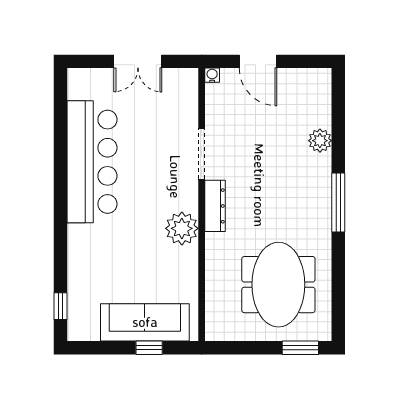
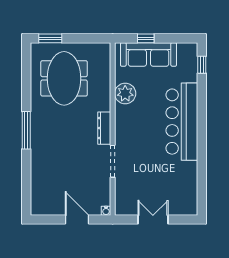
plant: (320, 141) -> (38, 169), removed
bar counter: (92, 162) -> (182, 122), moved
plant: (182, 228) -> (125, 93), moved

